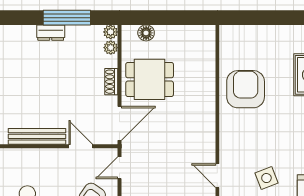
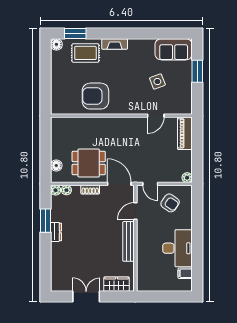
window: (67, 18) -> (46, 221), width x0.69
dining table: (150, 79) -> (89, 163), turned 90

